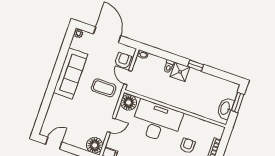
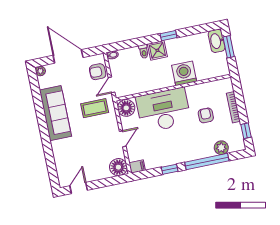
armchair: (123, 61) -> (98, 72), turned -90
door: (128, 78) -> (112, 85), hinge flipped
washing machine: (190, 102) -> (184, 73), added
washbasin: (225, 108) -> (217, 41), moved

